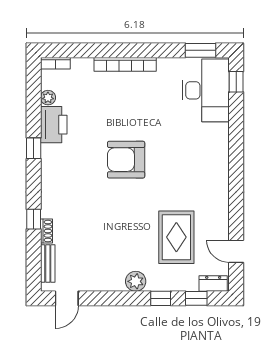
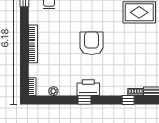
printer: (54, 125) -> (88, 88), moved
armchair: (126, 160) -> (92, 43), turned 180

